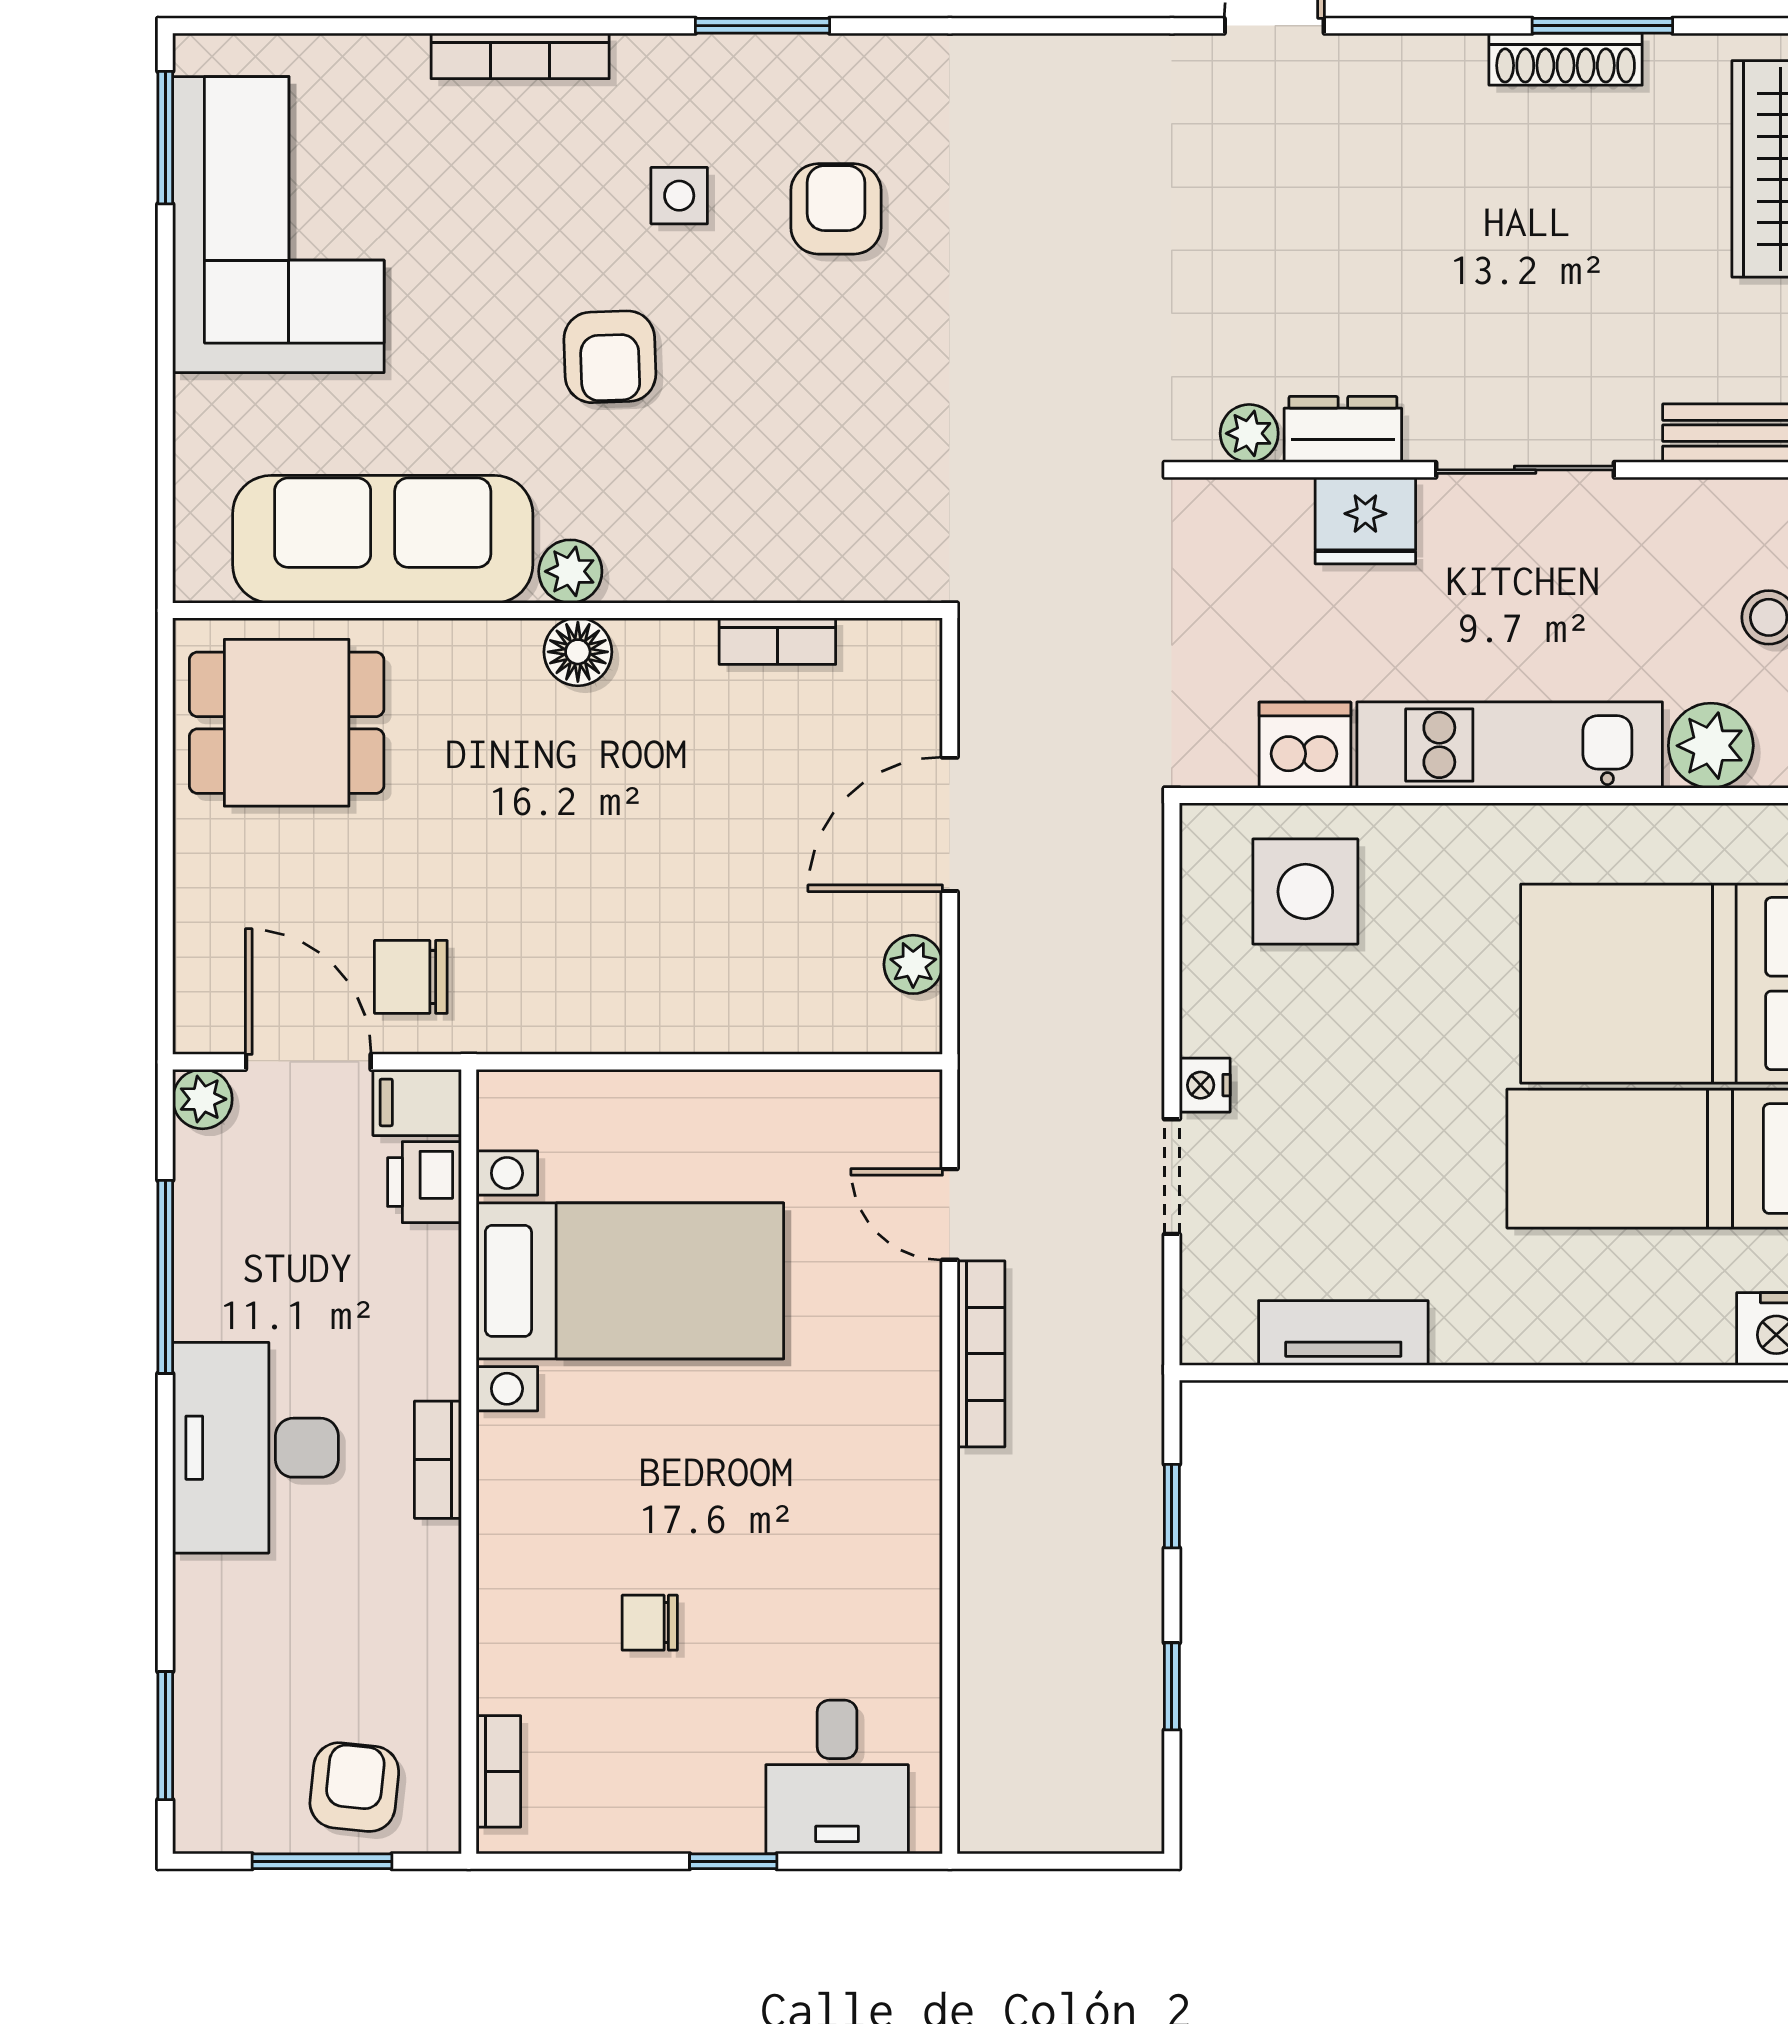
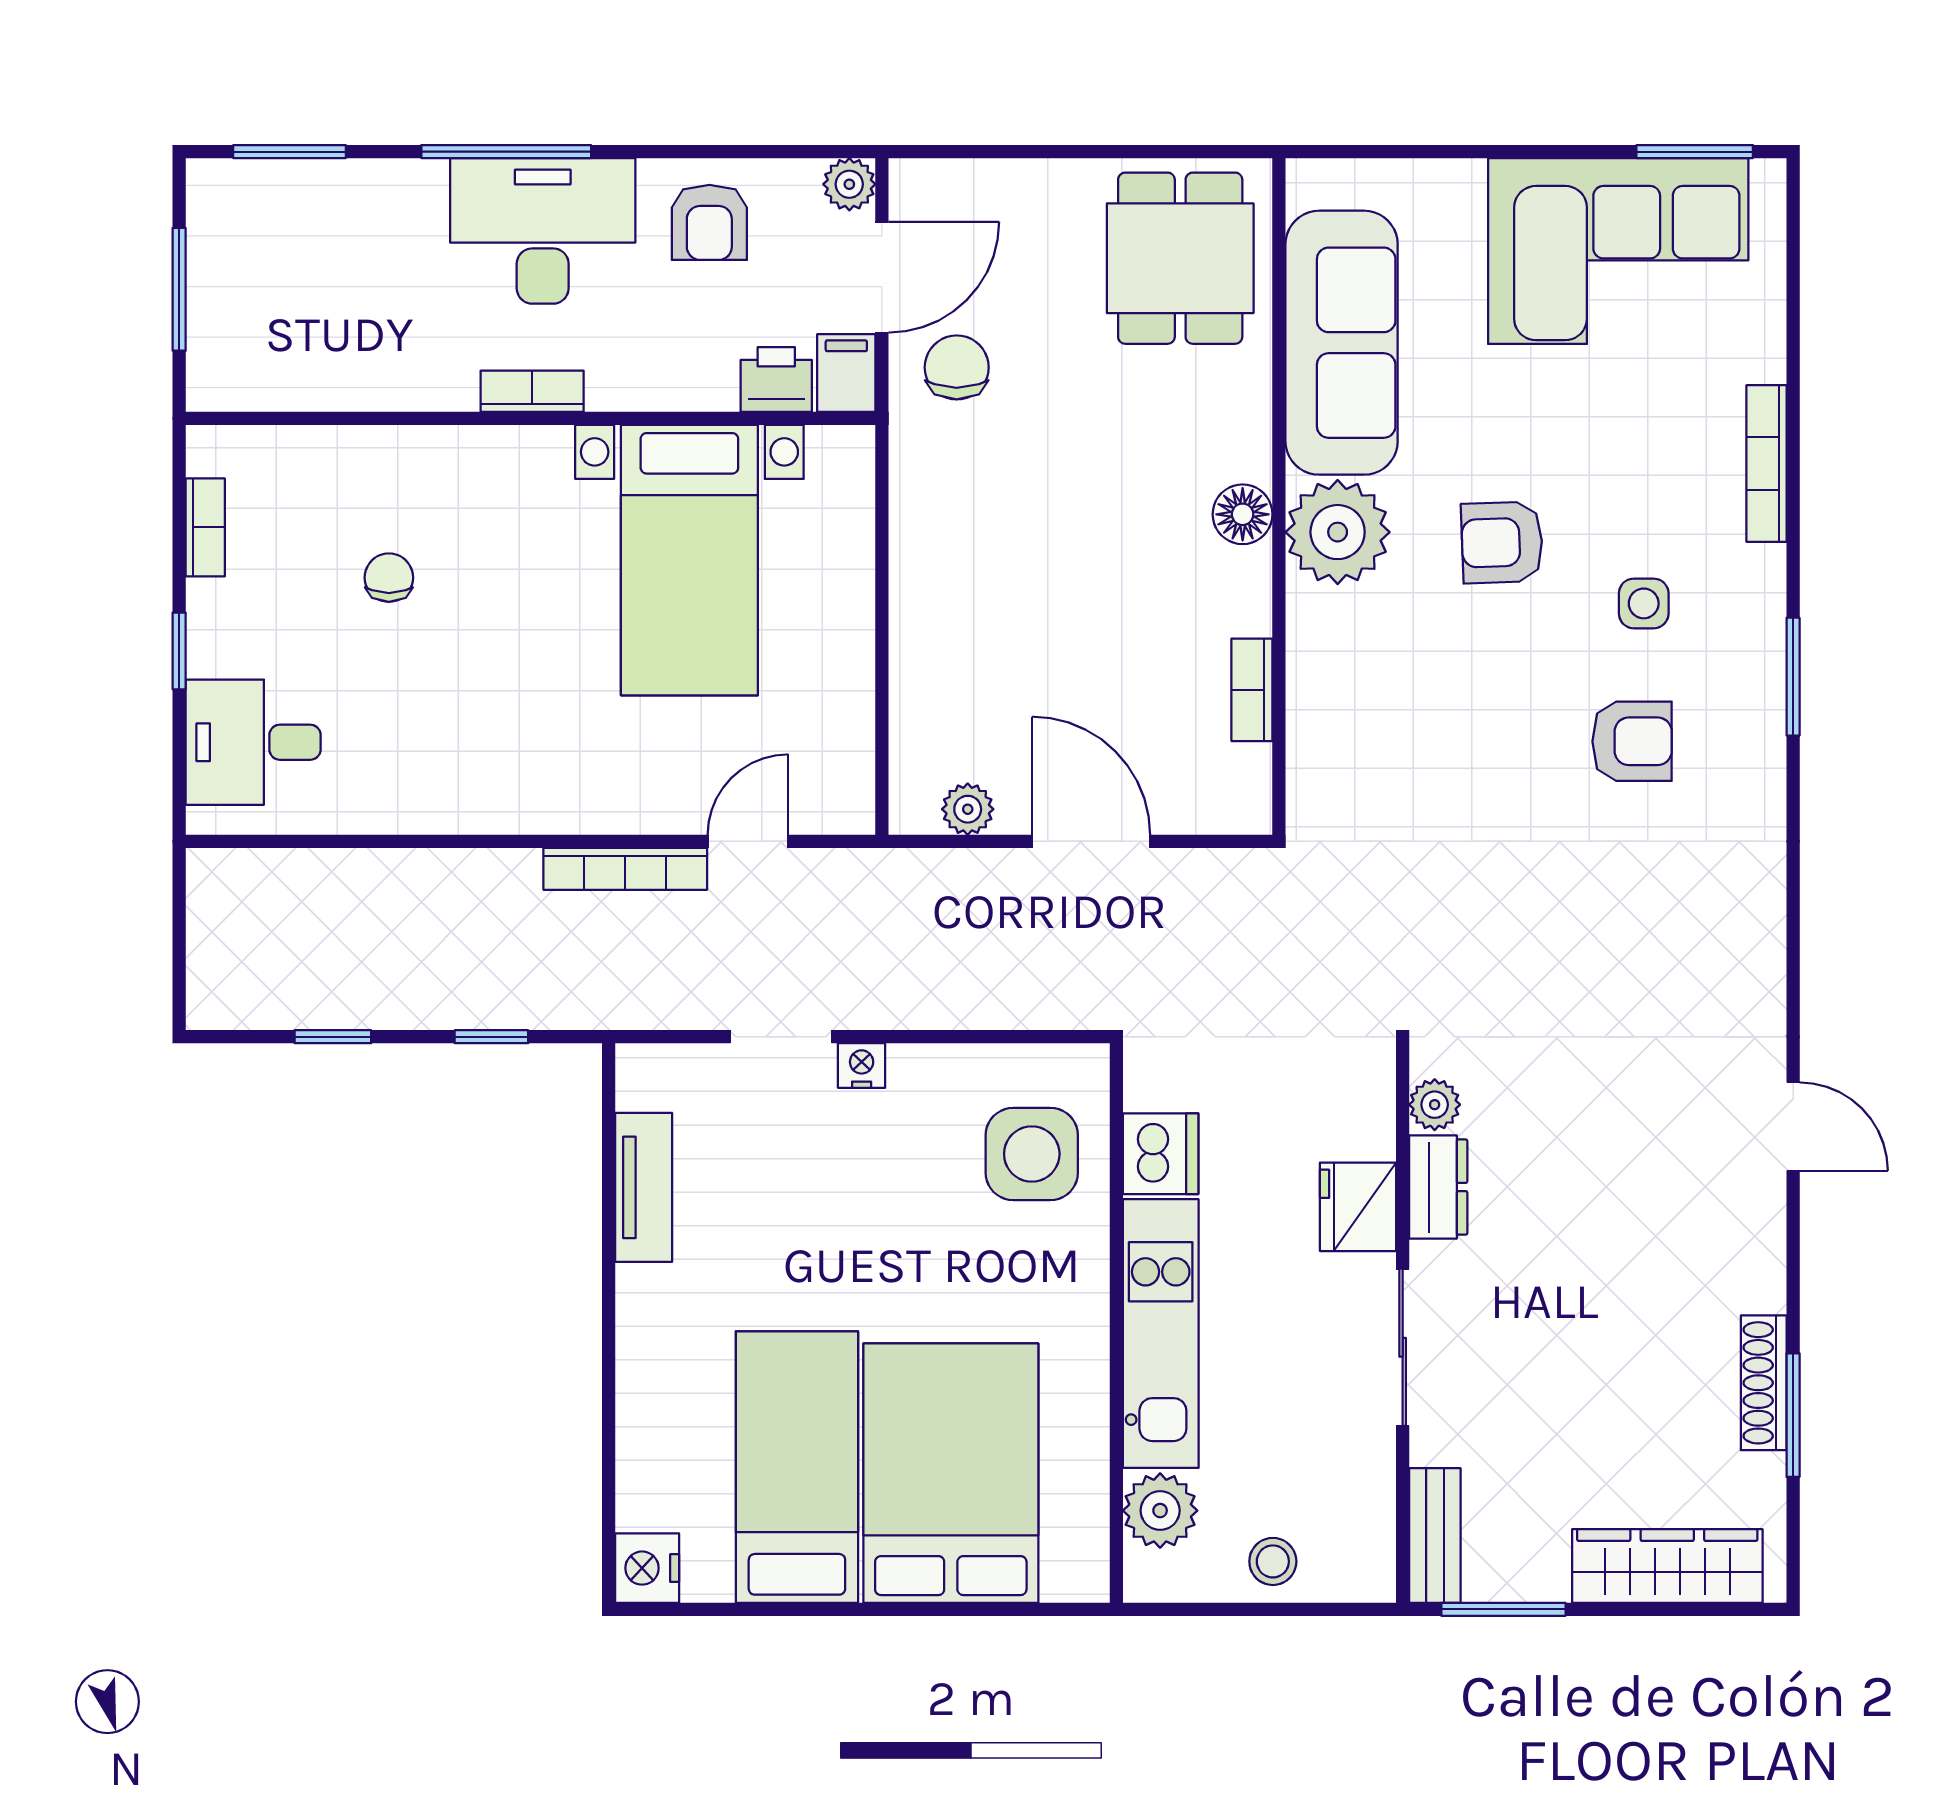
plant: (570, 571) -> (1338, 532), width x1.87, depth x1.87
window: (165, 1277) -> (506, 152), moved
bookcase: (498, 1771) -> (205, 527), moved, turned -90
armchair: (354, 1787) -> (709, 222), moved, turned 84

